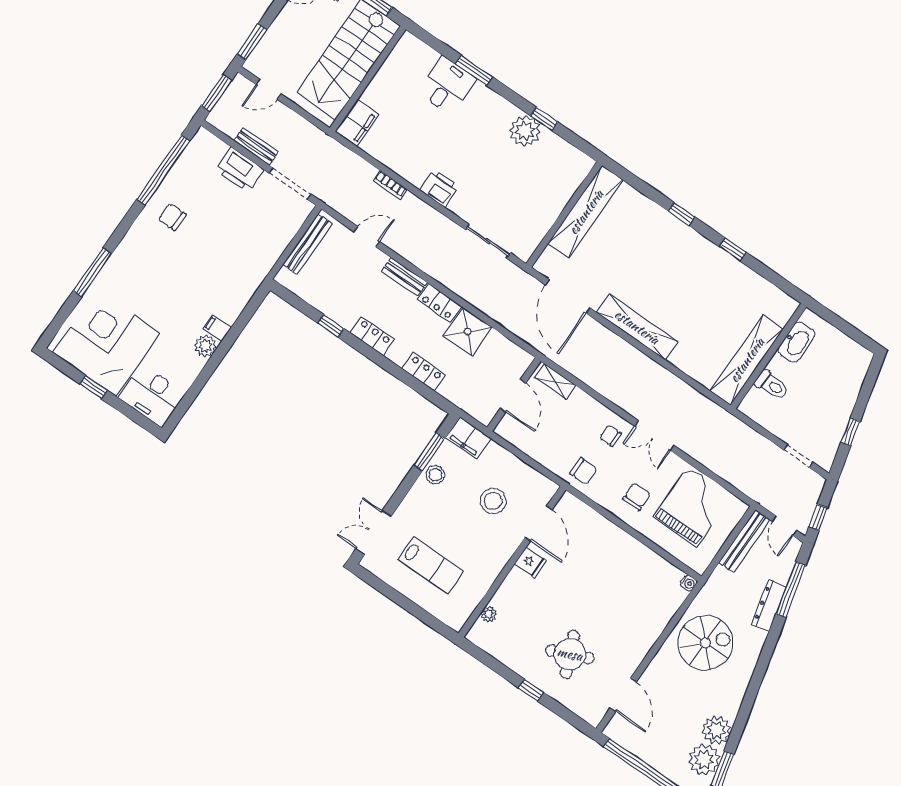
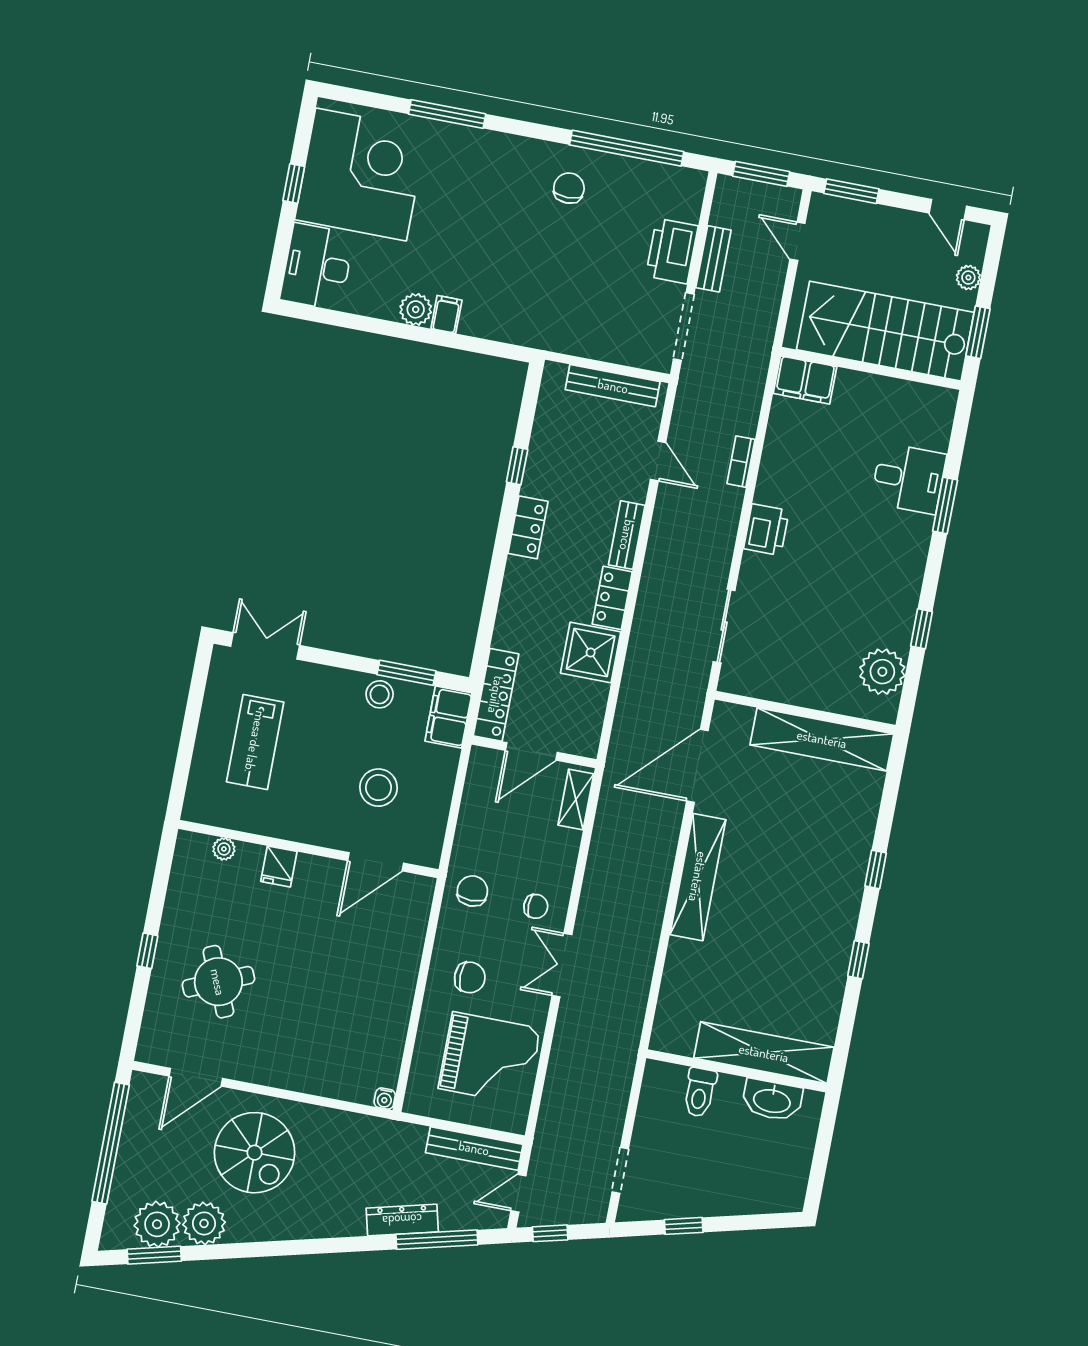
plant: (525, 131) -> (882, 672), moved
shelving: (747, 360) -> (764, 1053), moved
locker: (424, 372) -> (496, 695), moved, width x1.53
chair: (611, 436) -> (536, 906), turned 90
chair: (583, 471) -> (472, 891), turned 180
fridge: (530, 562) -> (279, 866), moved
spiral stairs: (705, 643) -> (255, 1153), moved

